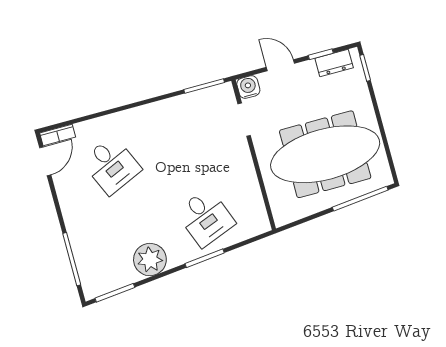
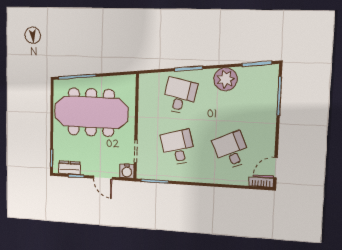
desk: (186, 145) -> (178, 147), added
desk: (206, 217) -> (180, 96), turned 33

